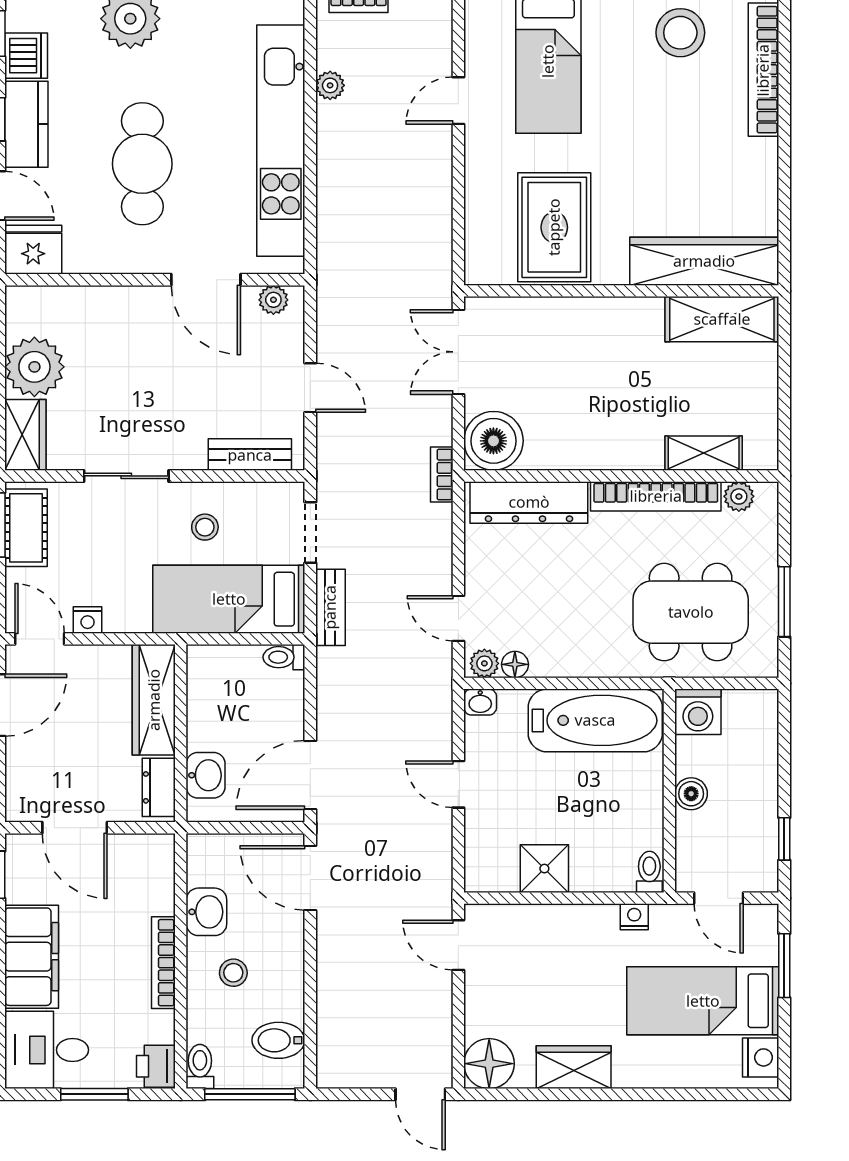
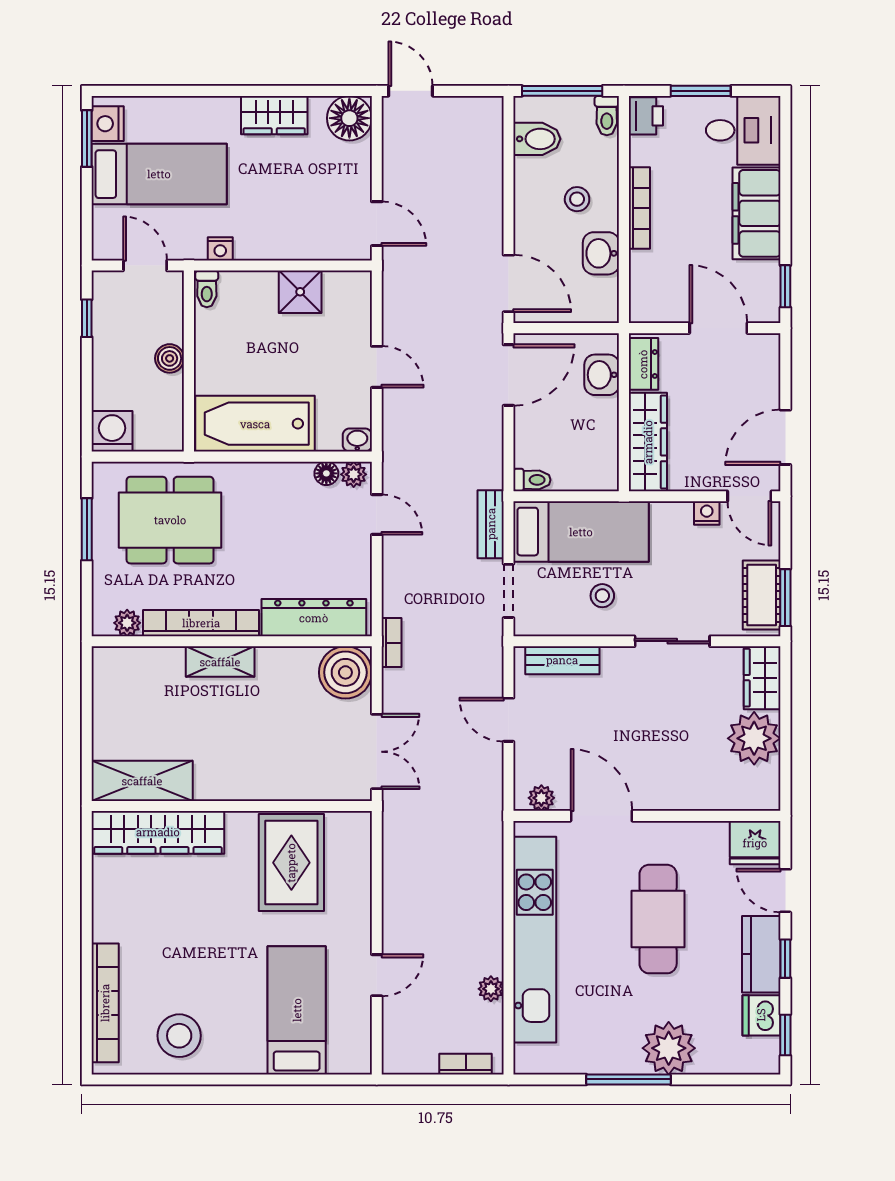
shelving: (704, 453) -> (220, 662), moved
washing machine: (698, 712) -> (112, 431), moved
window: (784, 966) -> (87, 138), moved

